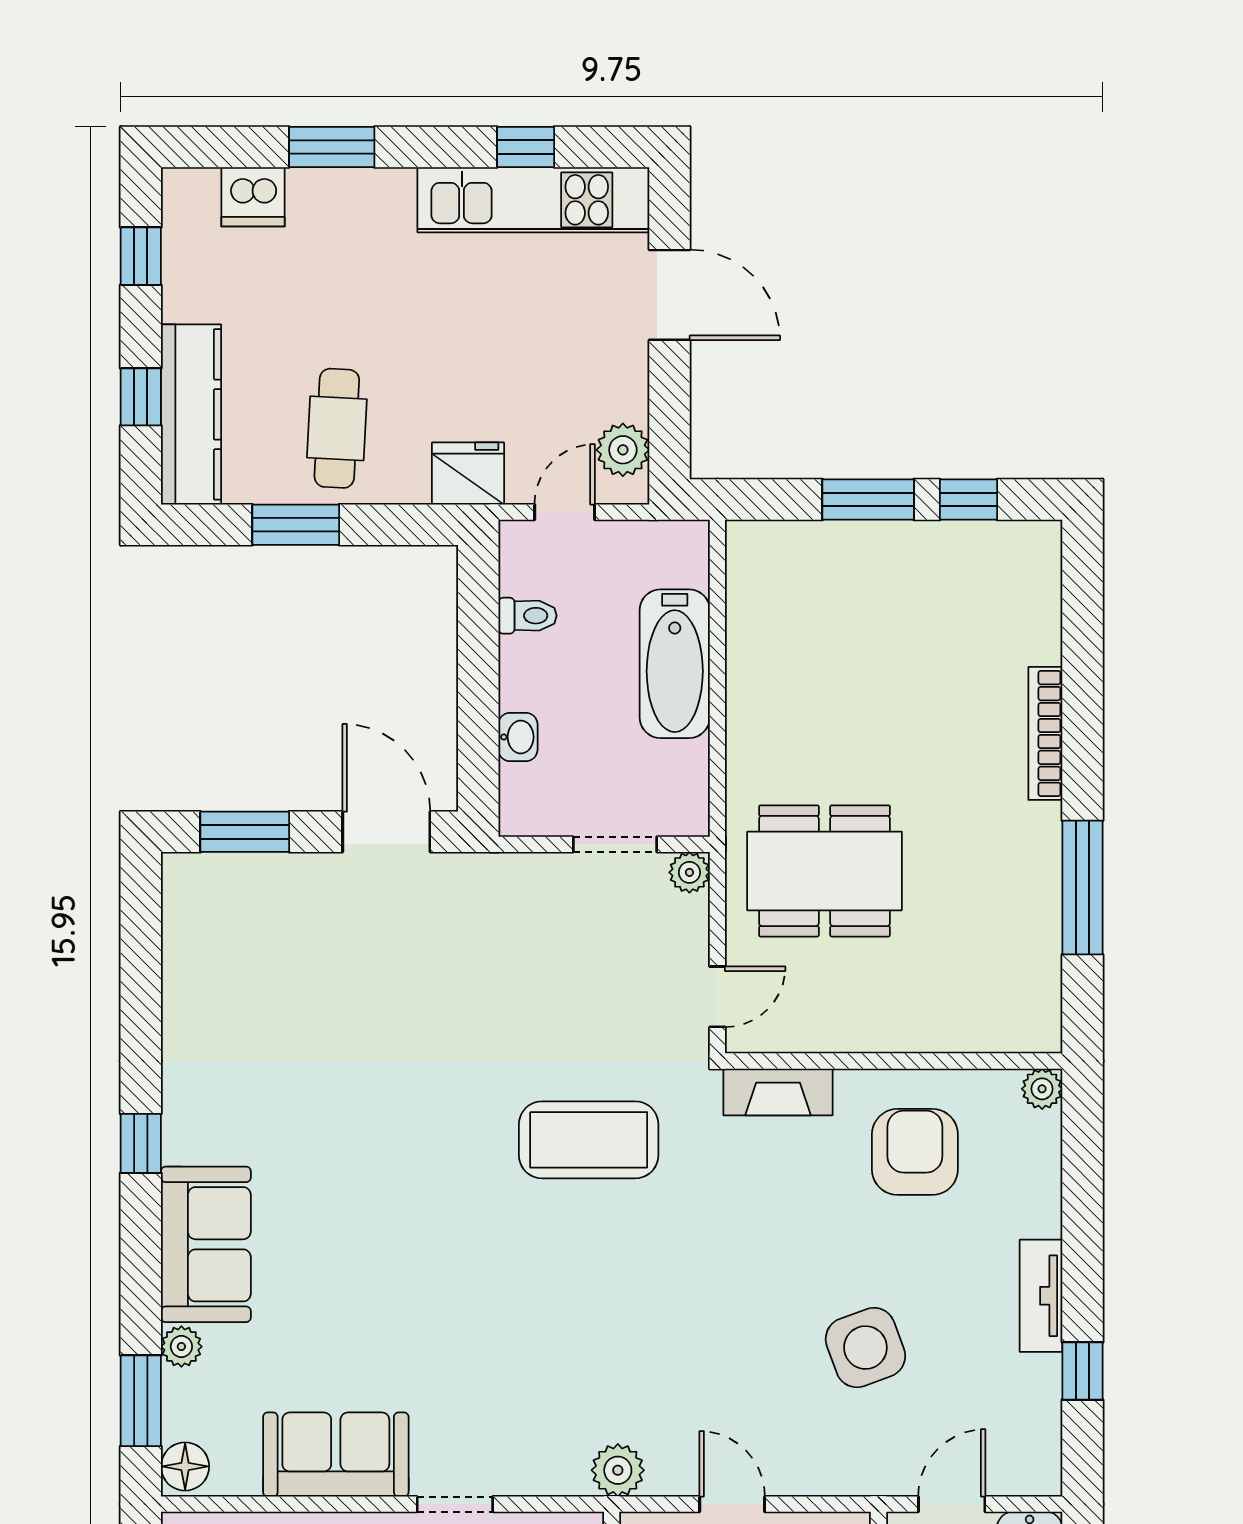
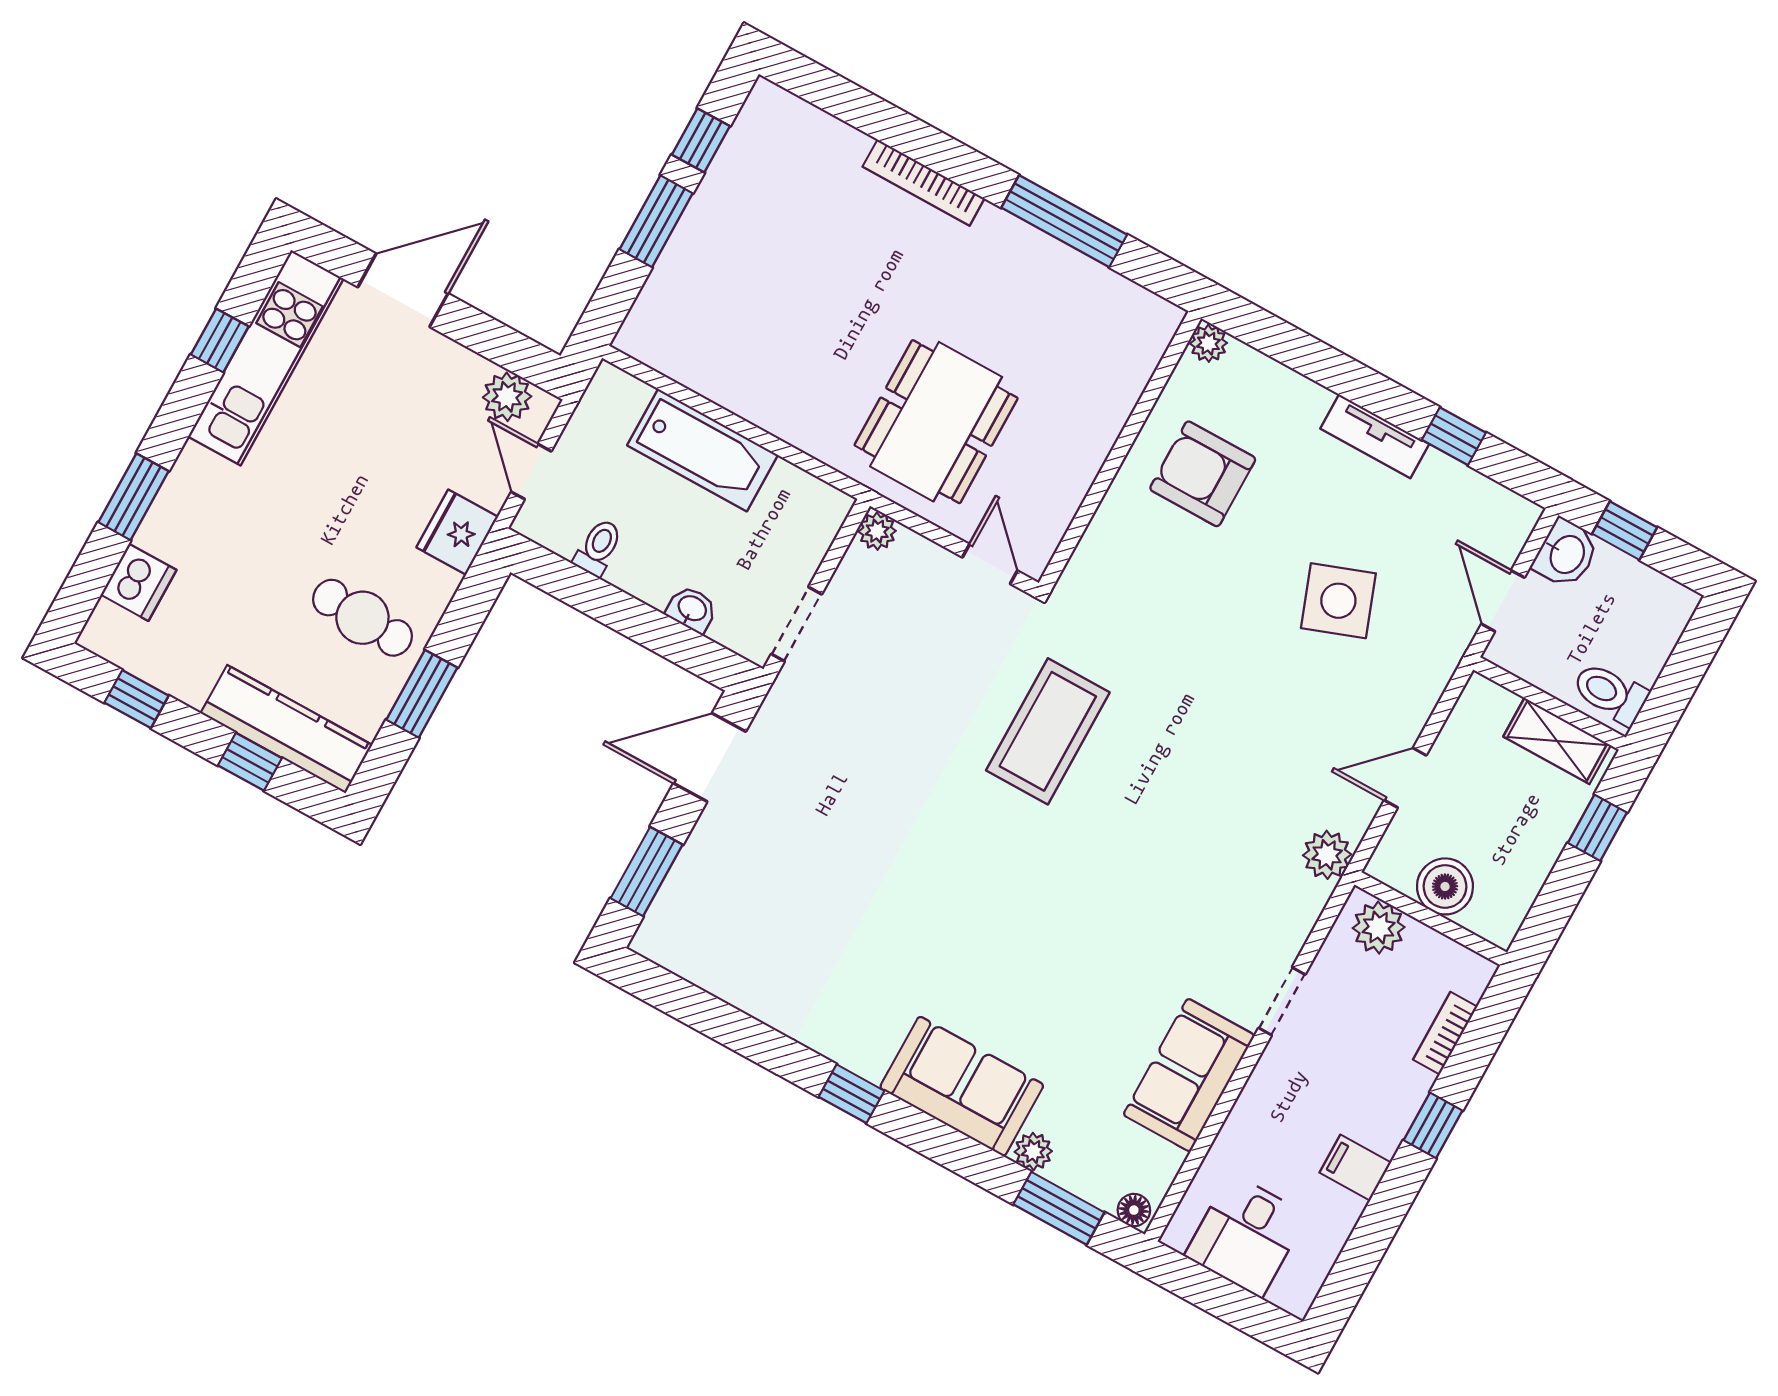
doorway: (615, 844) -> (796, 624), moved
fireplace: (778, 1092) -> (1093, 557), removed
floor lamp: (185, 1466) -> (1134, 1210), width x0.73, depth x0.73

